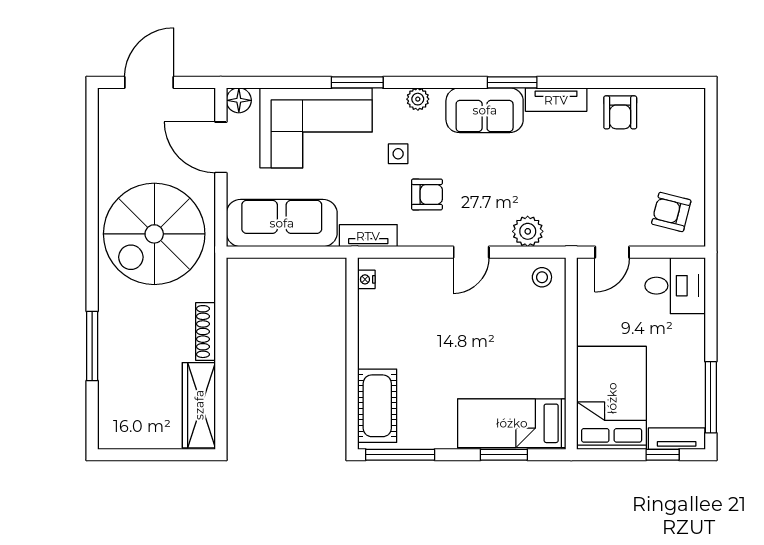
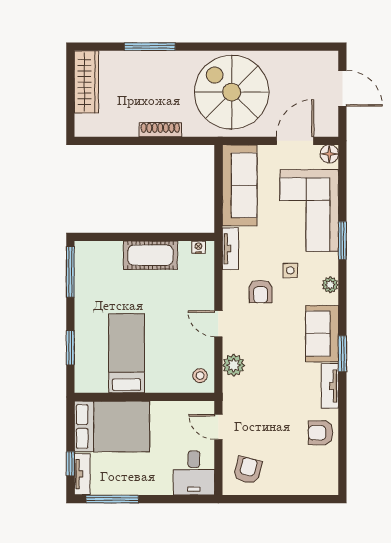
wardrobe: (199, 405) -> (86, 82), moved, turned 90
cot: (377, 406) -> (150, 255), moved
bed: (512, 423) -> (127, 353), moved

